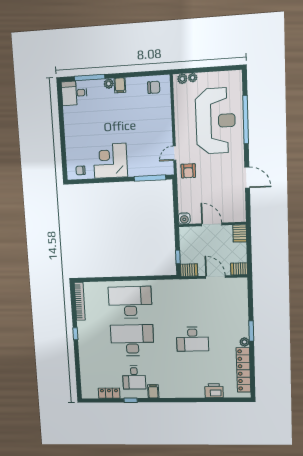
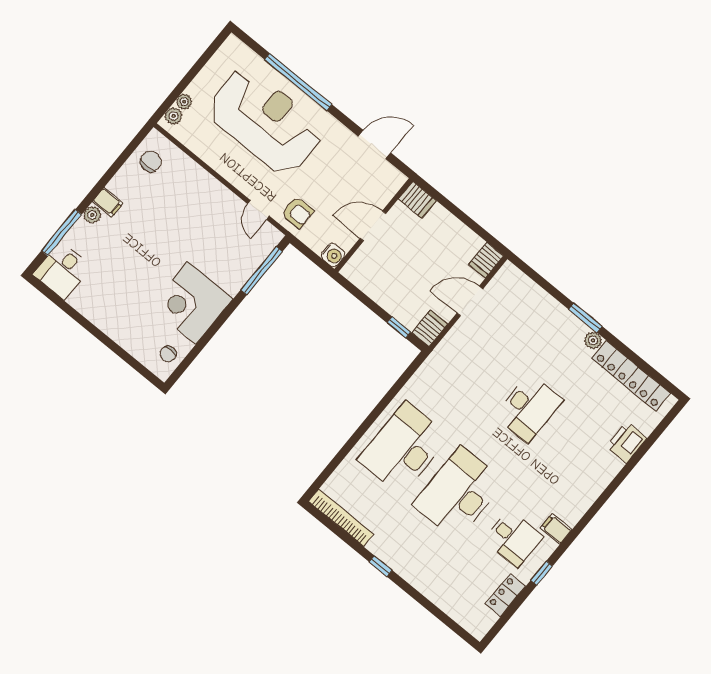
water cooler: (184, 218) -> (333, 255), moved
door: (212, 224) -> (373, 226), moved
wall: (212, 224) -> (374, 225), moved
server rack: (240, 233) -> (417, 200), moved

